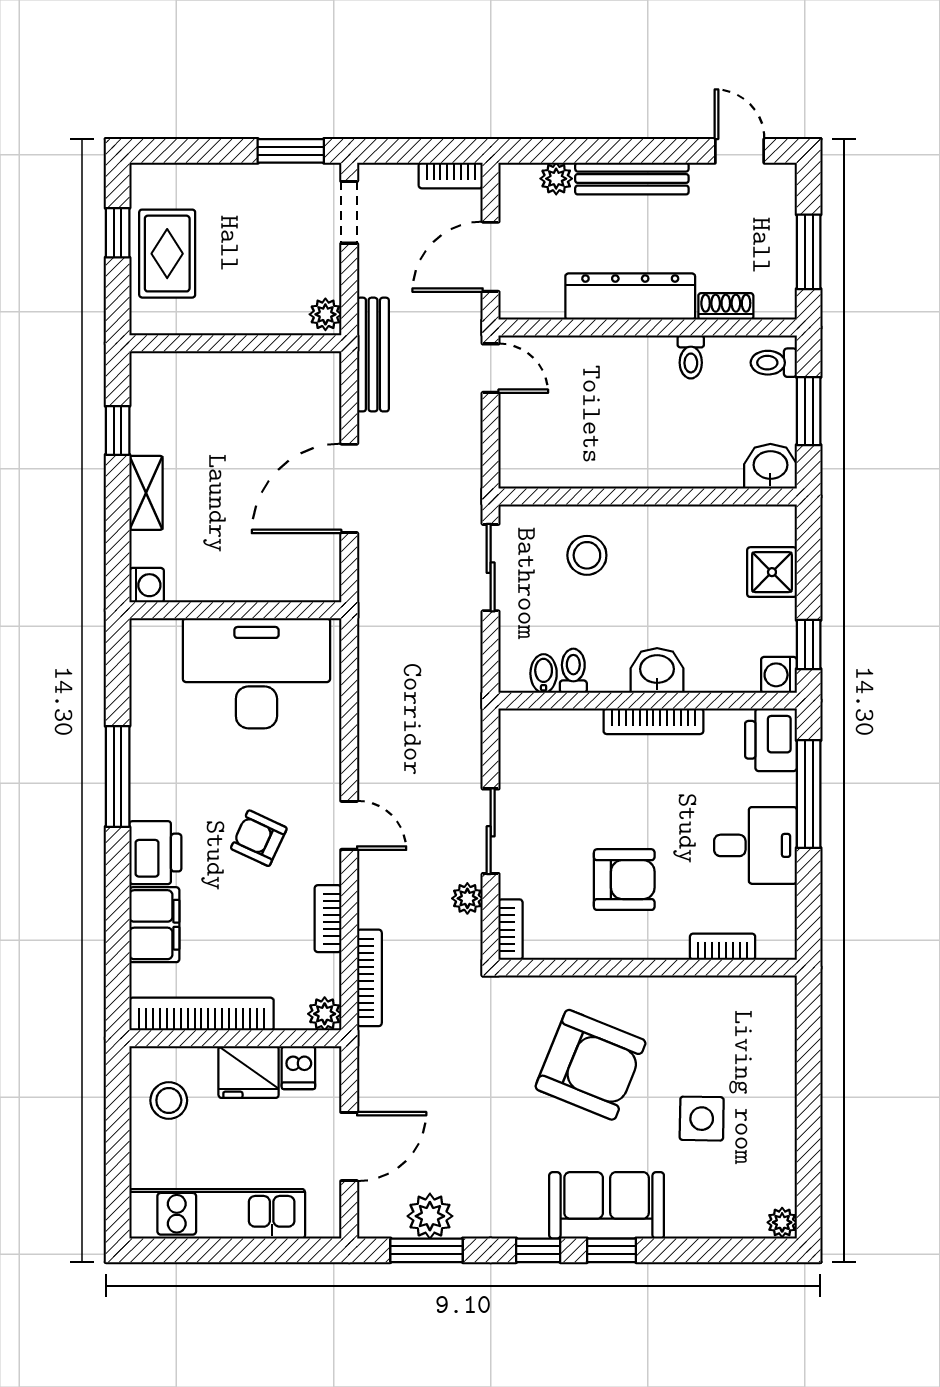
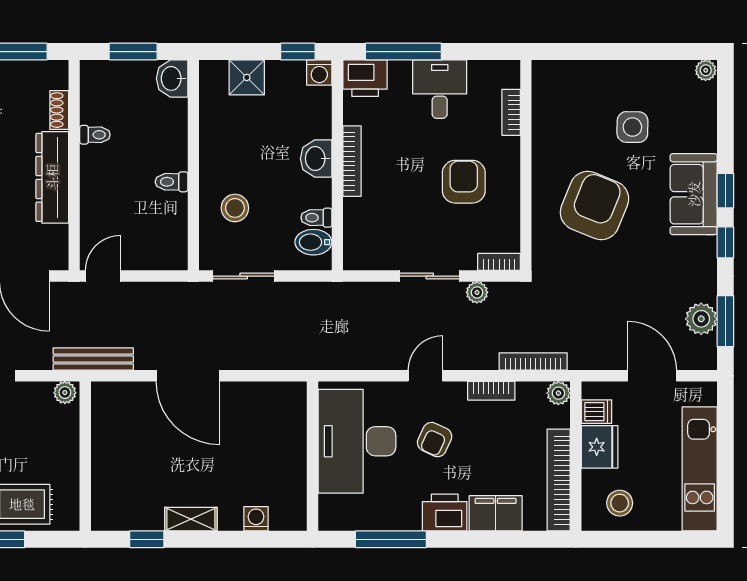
toilet: (774, 363) -> (172, 182), moved, turned 90
wall: (235, 610) -> (313, 456), moved
desk: (256, 673) -> (357, 441), moved
bidet: (544, 673) -> (313, 242), width x1.38, depth x1.36

